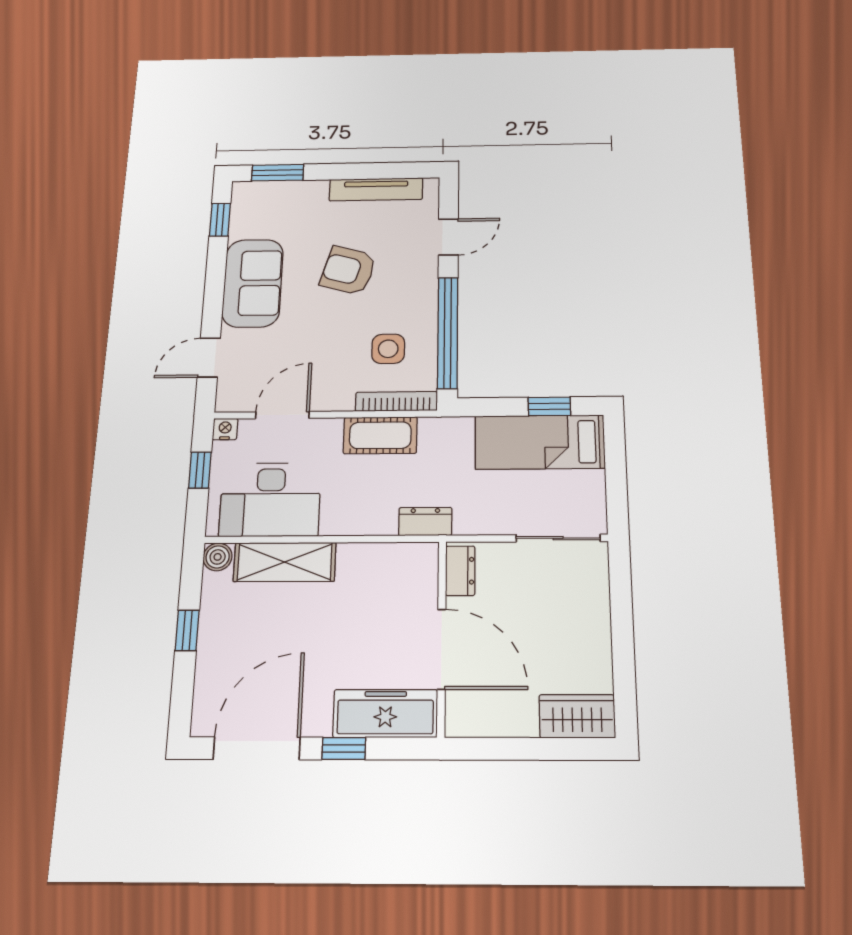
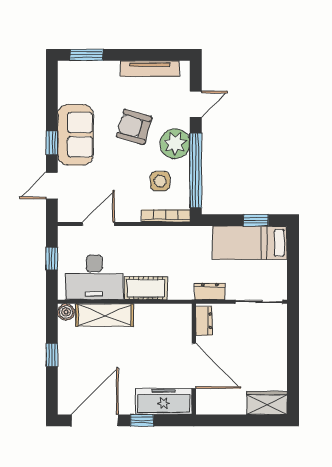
window: (220, 220) -> (52, 143), moved
plant: (414, 293) -> (175, 144), added
nightstand: (225, 429) -> (65, 233), removed
cot: (380, 435) -> (146, 288), moved
dresser: (425, 521) -> (210, 291), moved

